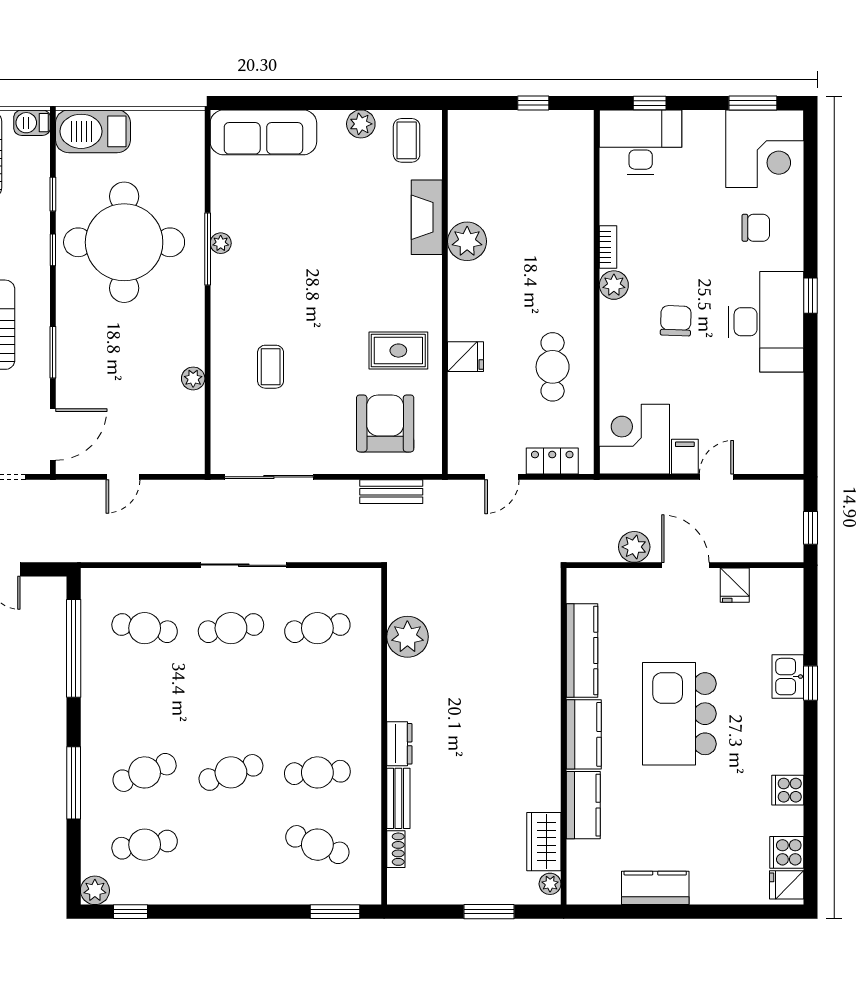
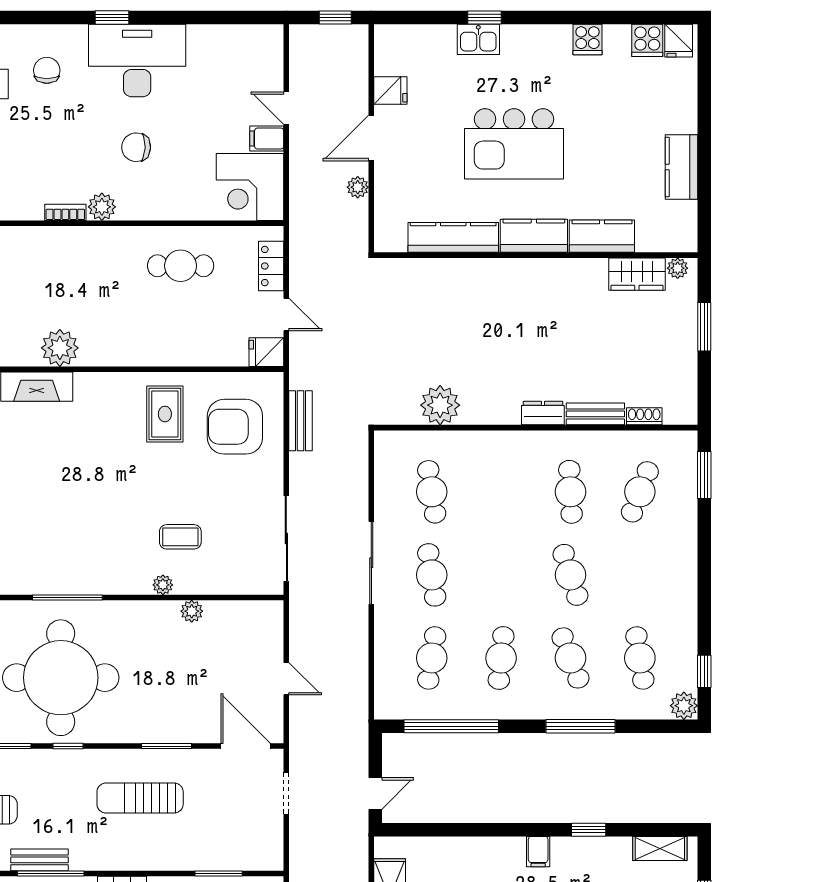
plant: (221, 243) -> (163, 585), moved
fridge: (466, 357) -> (266, 352), moved, turned -90
plant: (634, 547) -> (358, 187), width x0.73, depth x0.73
cafe table: (145, 700) -> (501, 658), added

